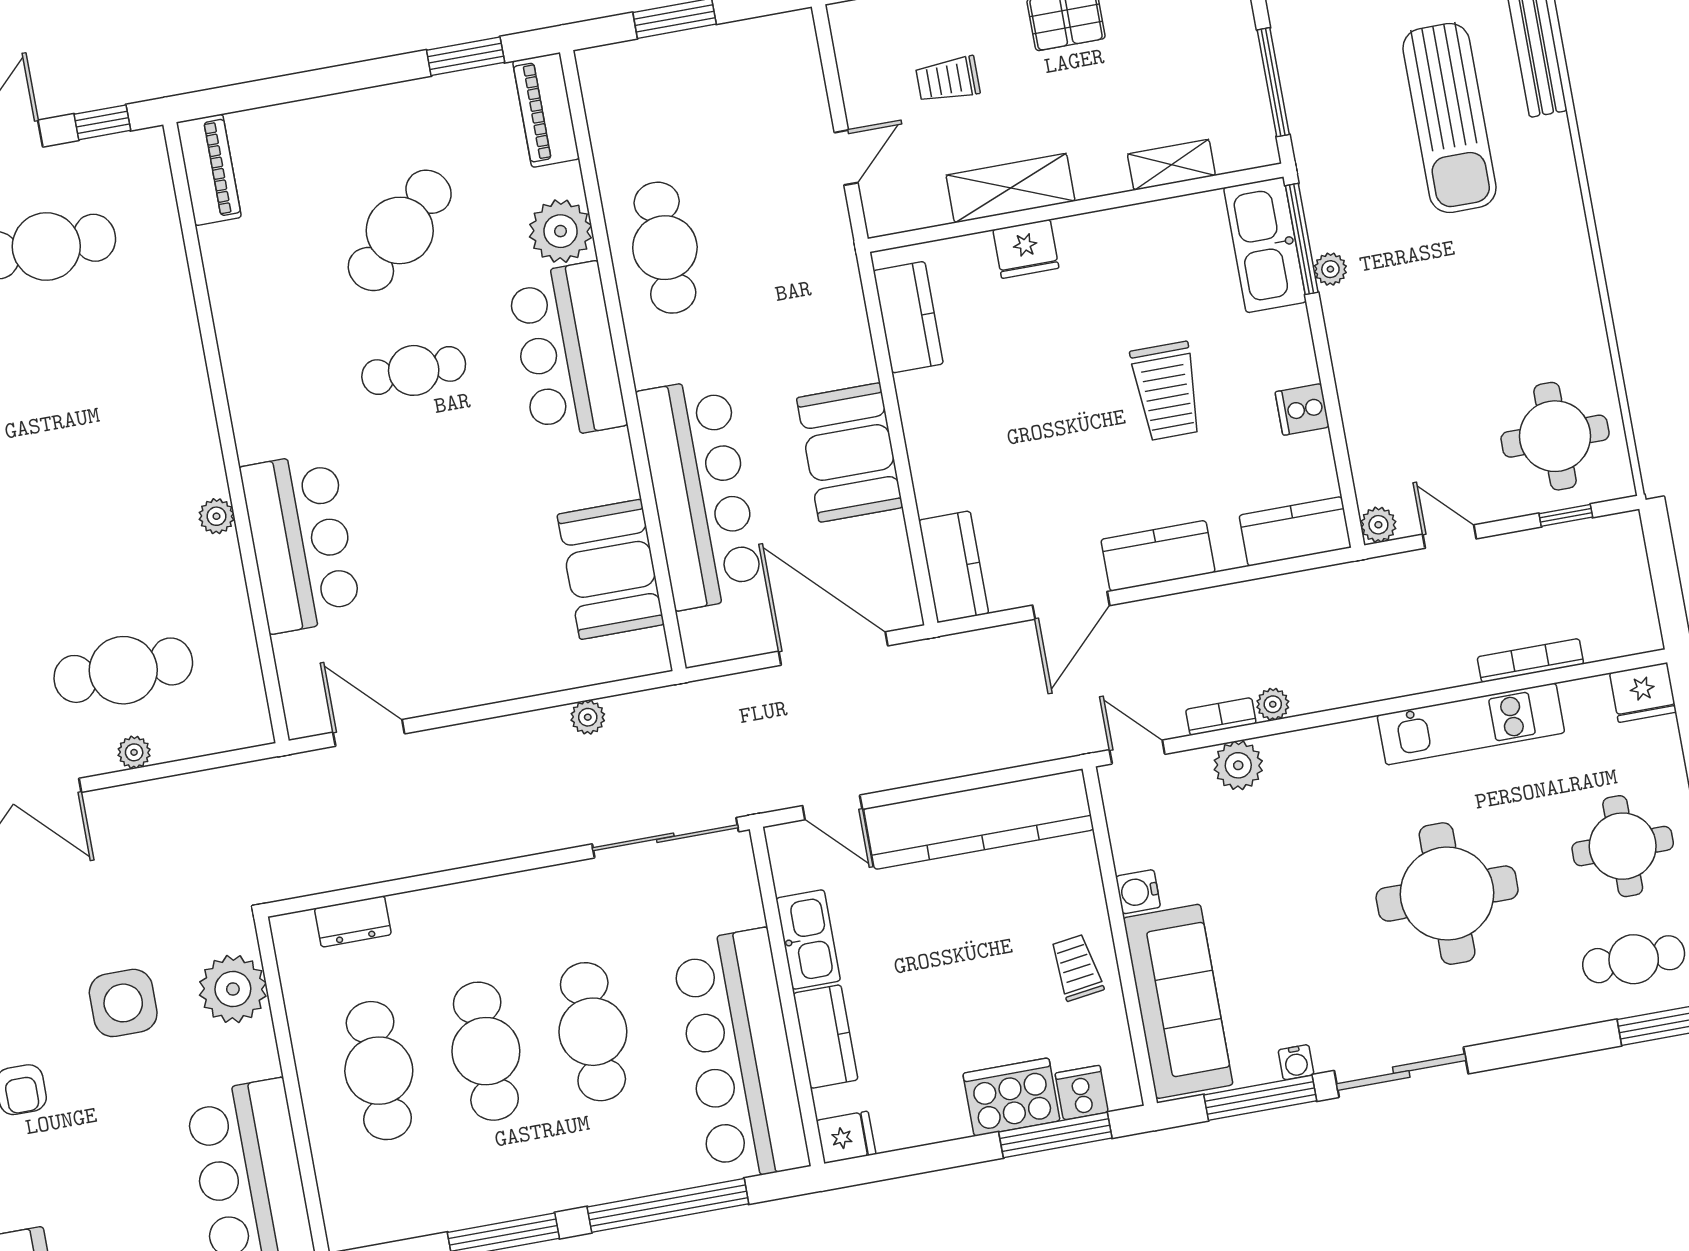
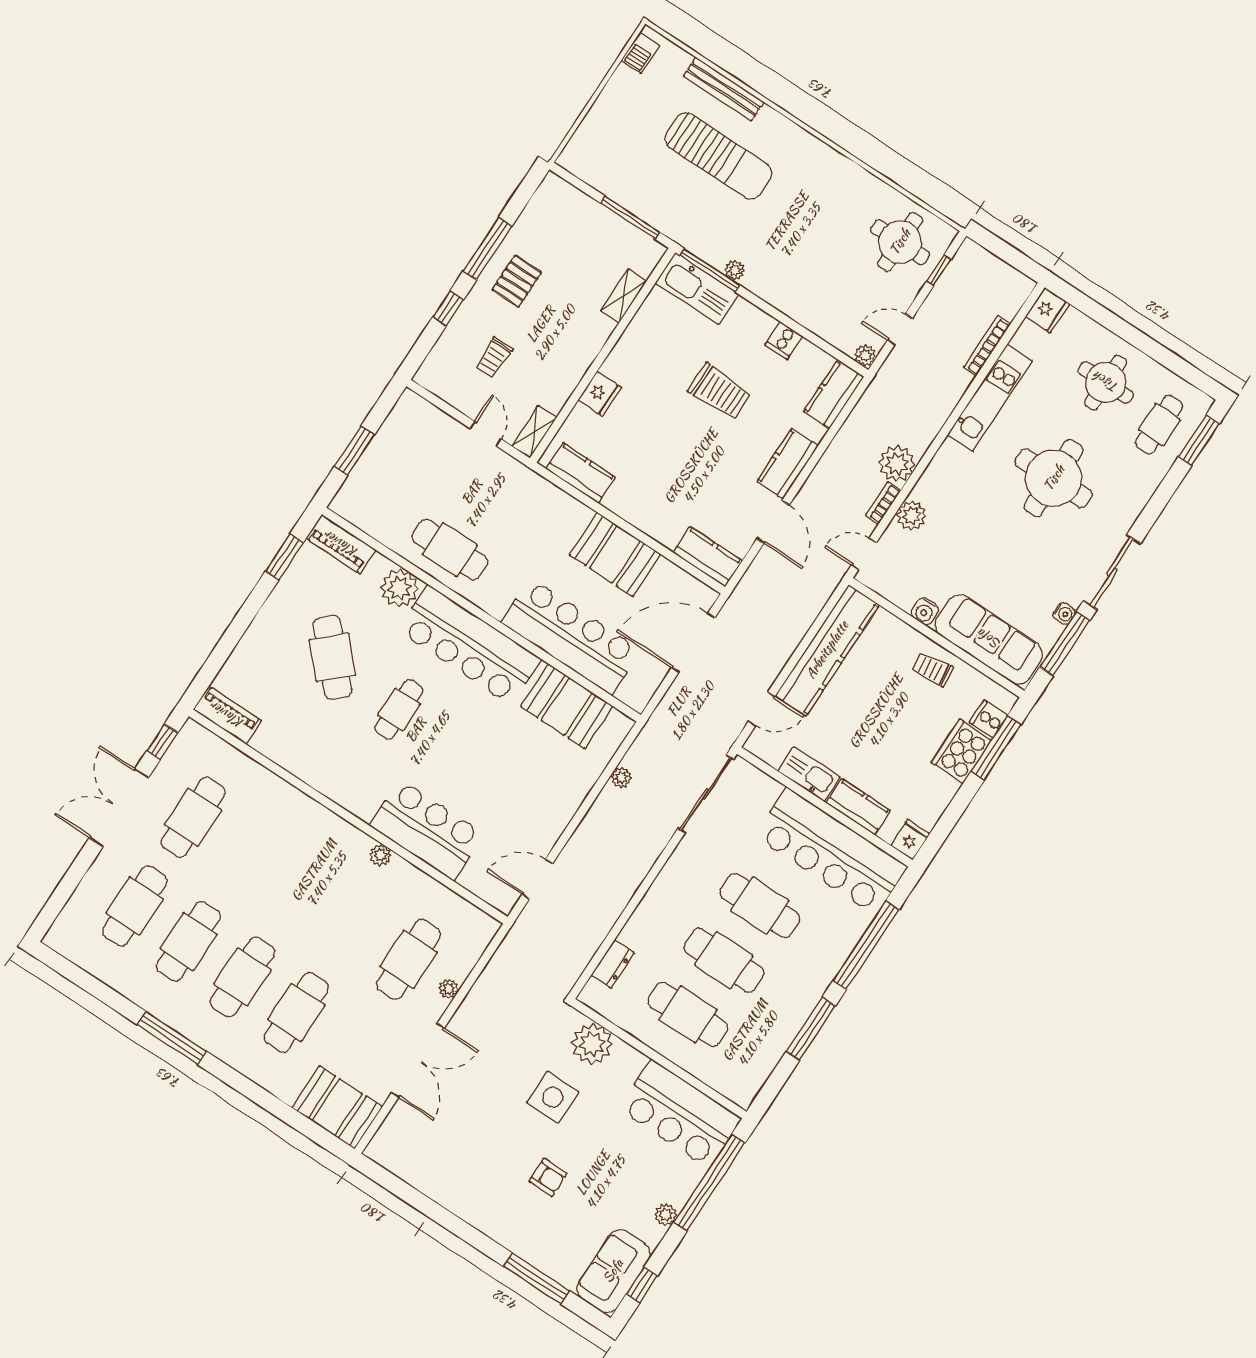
shelving: (1011, 188) -> (534, 432), moved, width x0.67, depth x0.75
bar counter: (567, 351) -> (469, 645), width x1.36
plant: (1273, 704) -> (897, 464), width x1.88, depth x1.88

